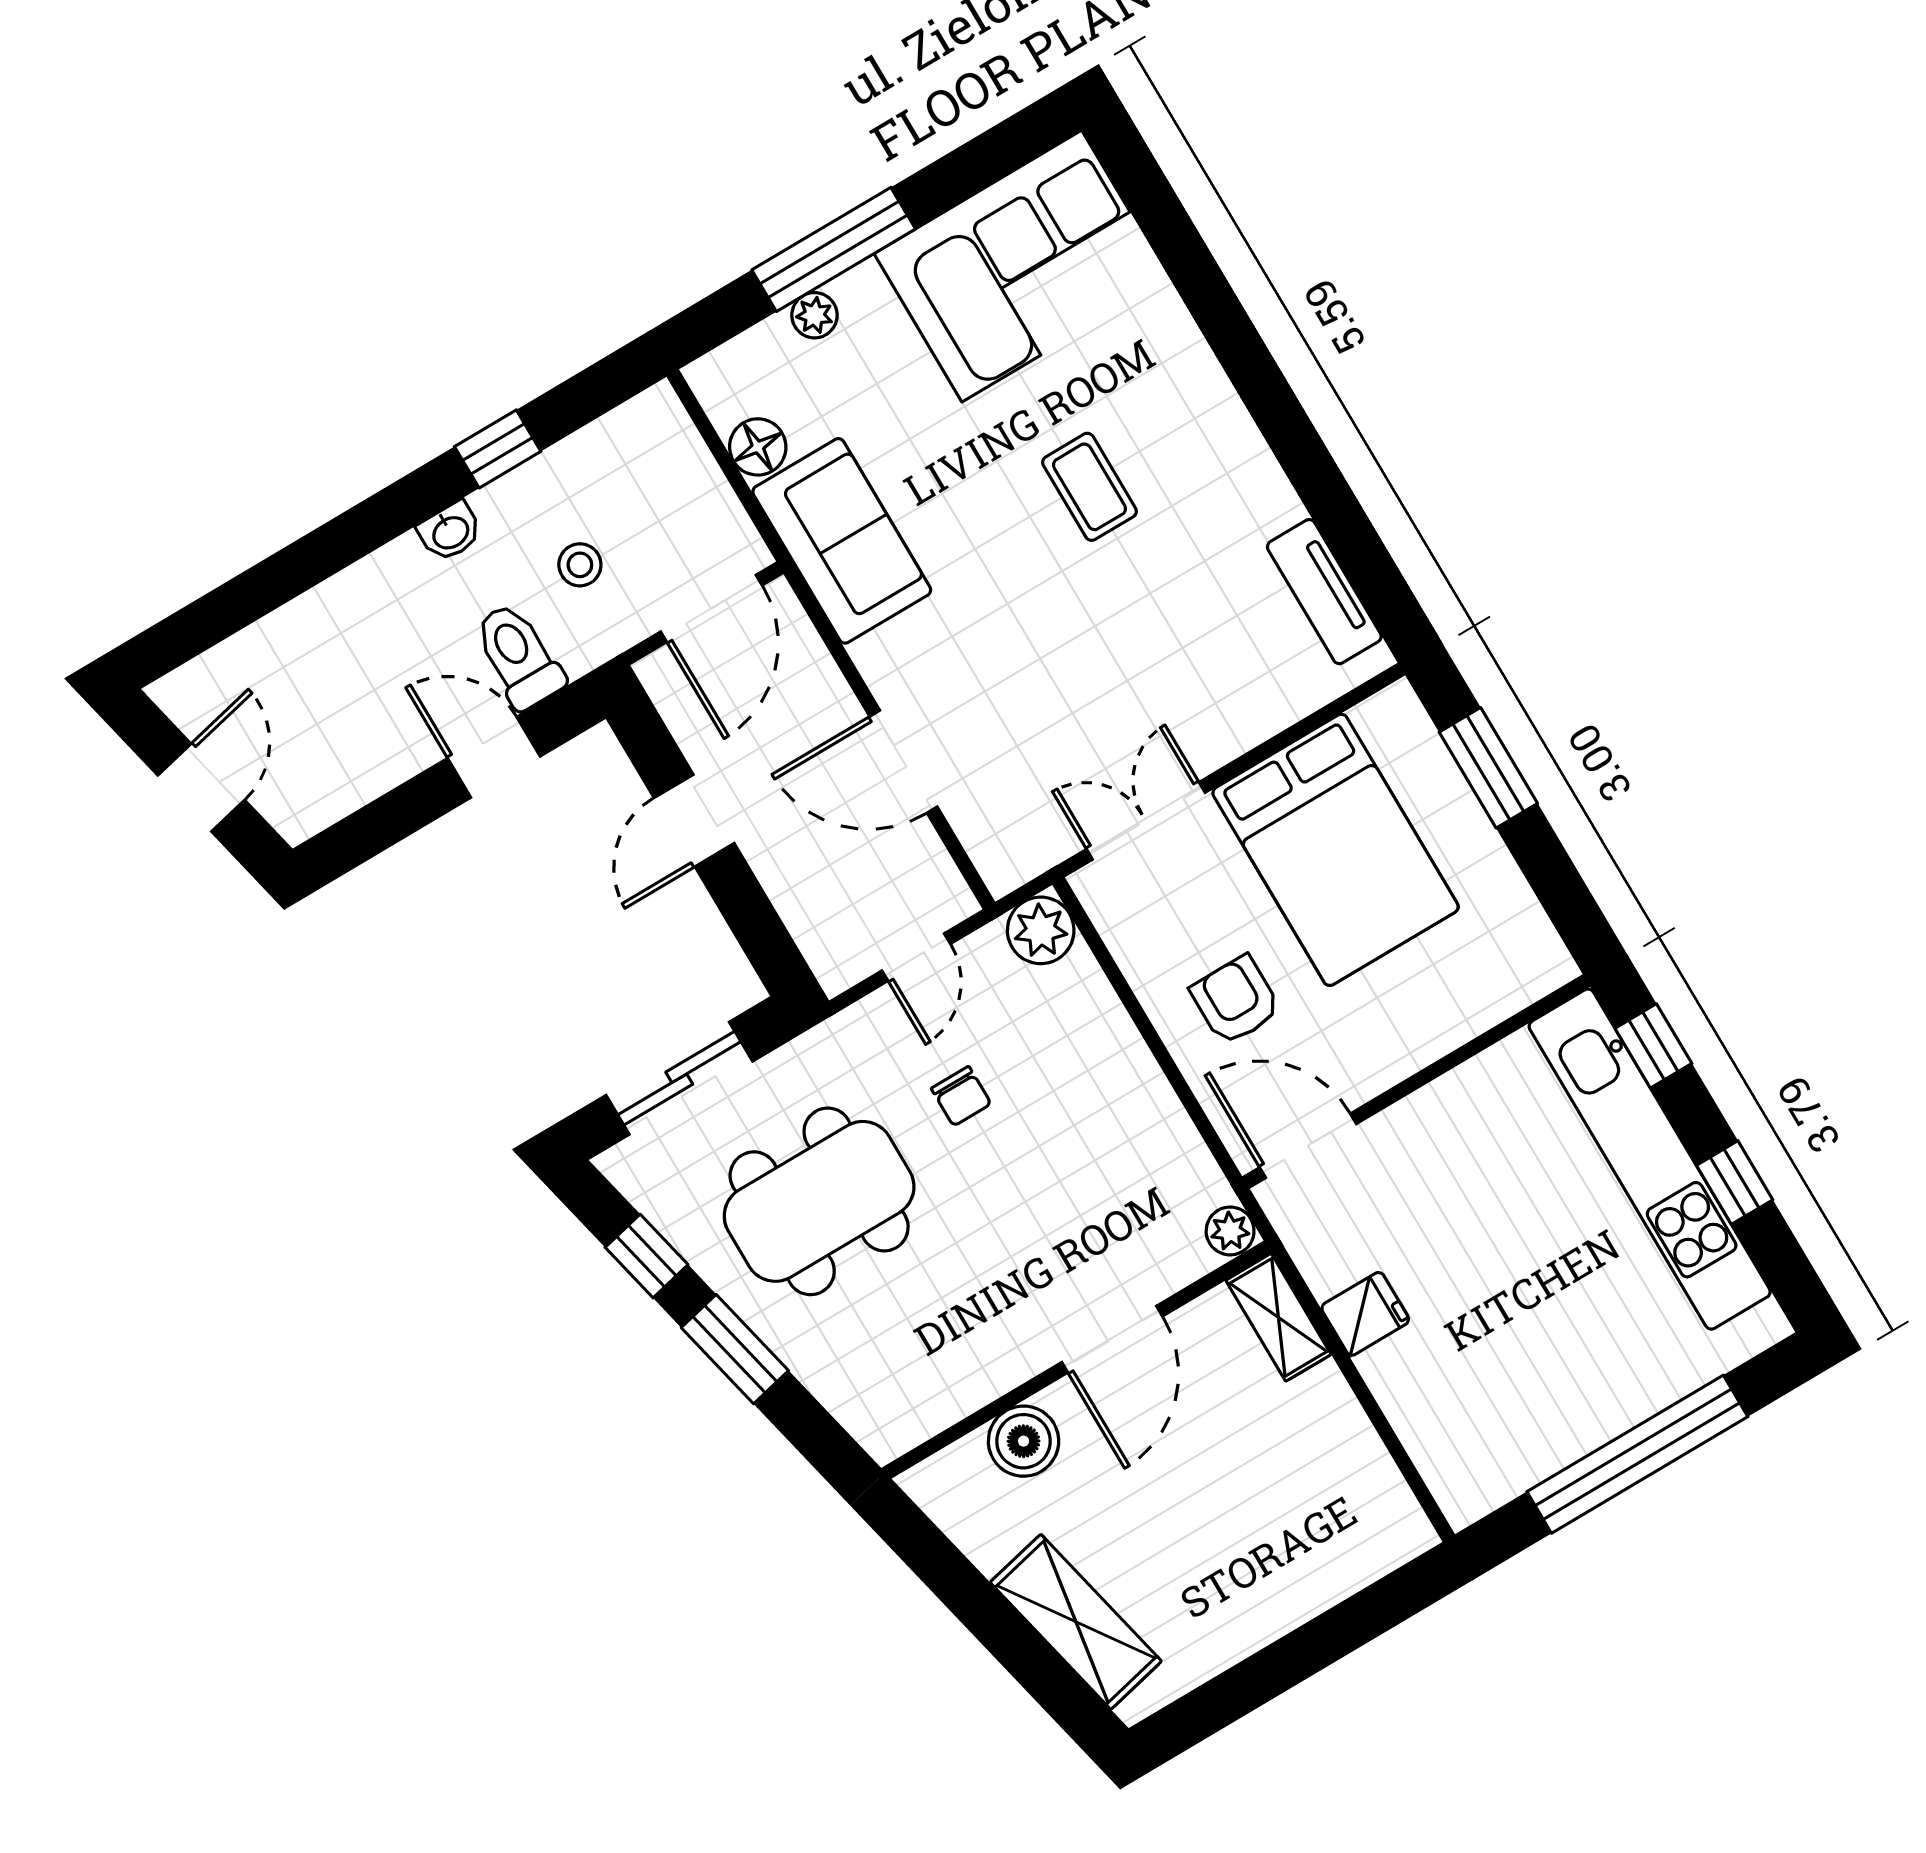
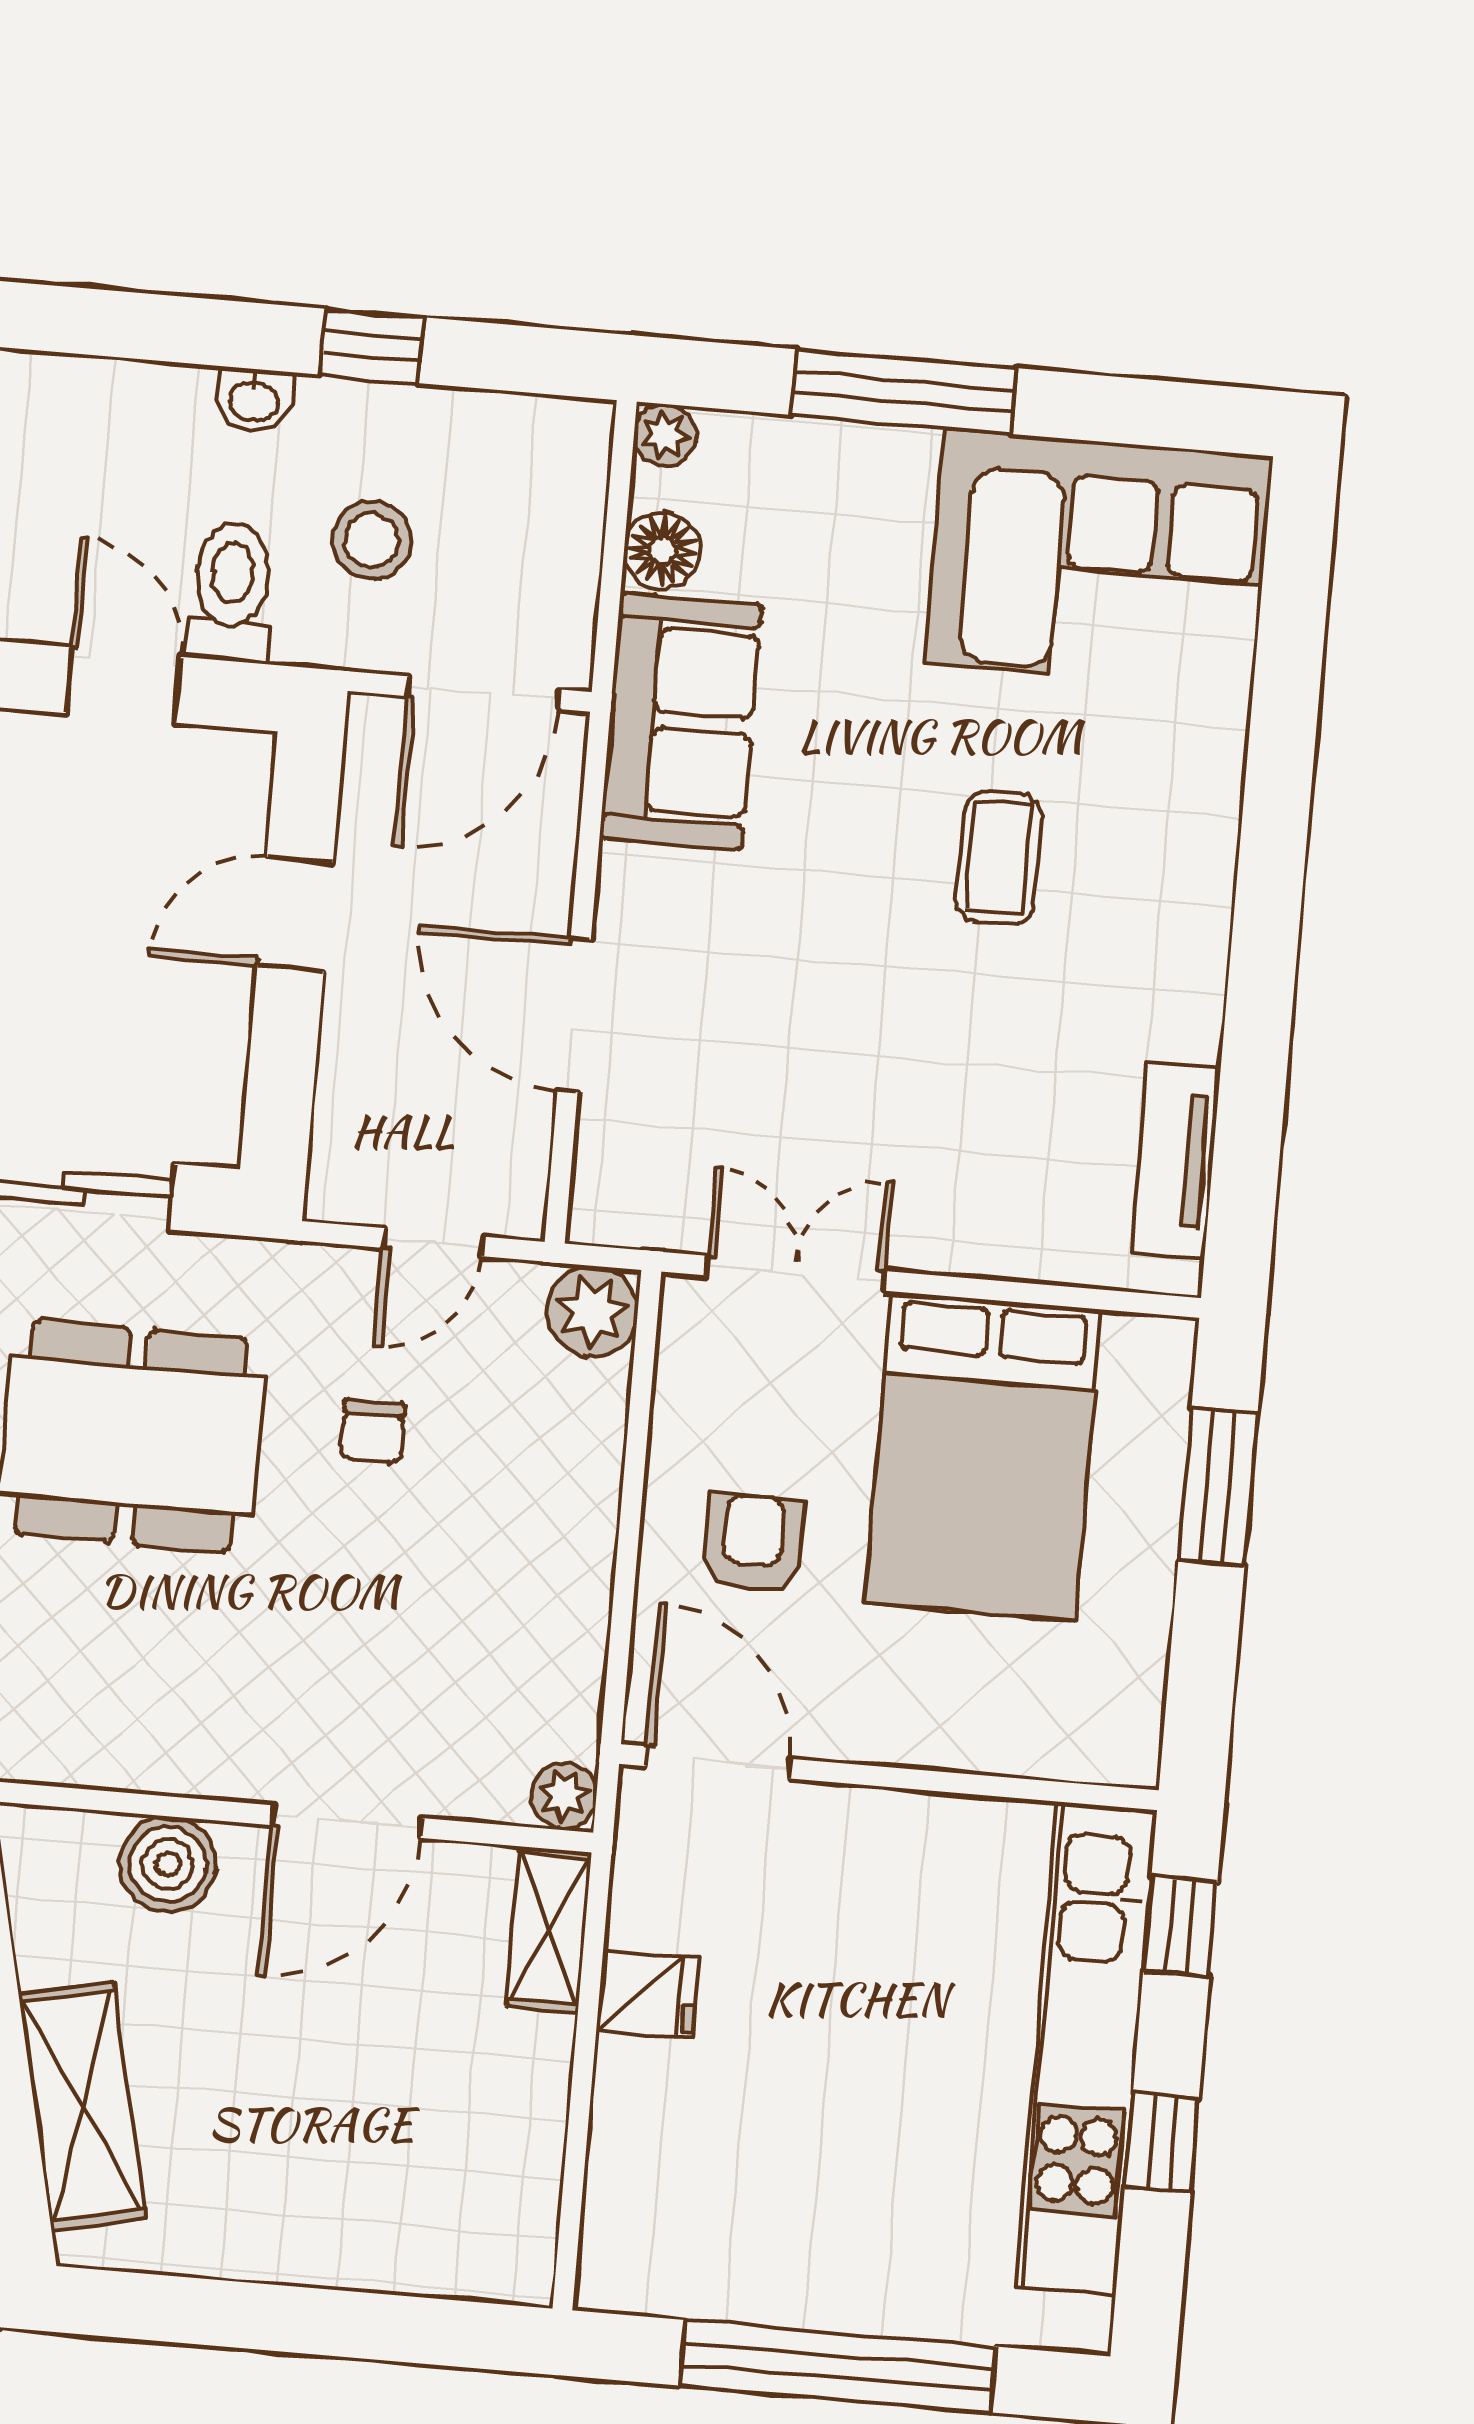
plant: (814, 315) -> (665, 435), moved
stool: (580, 565) -> (372, 540), width x1.37, depth x1.37

